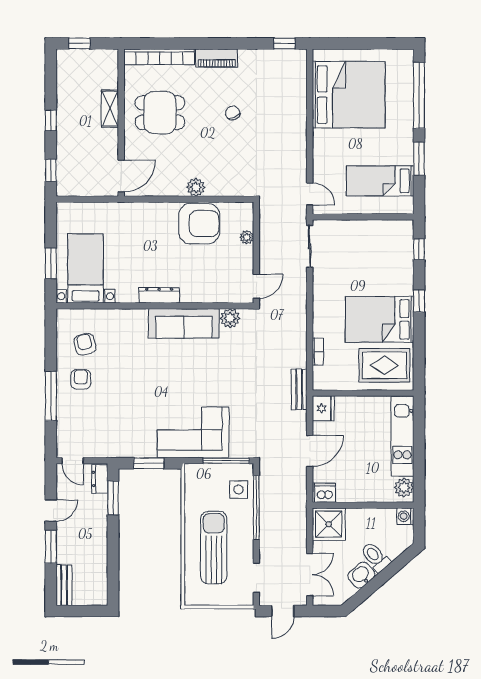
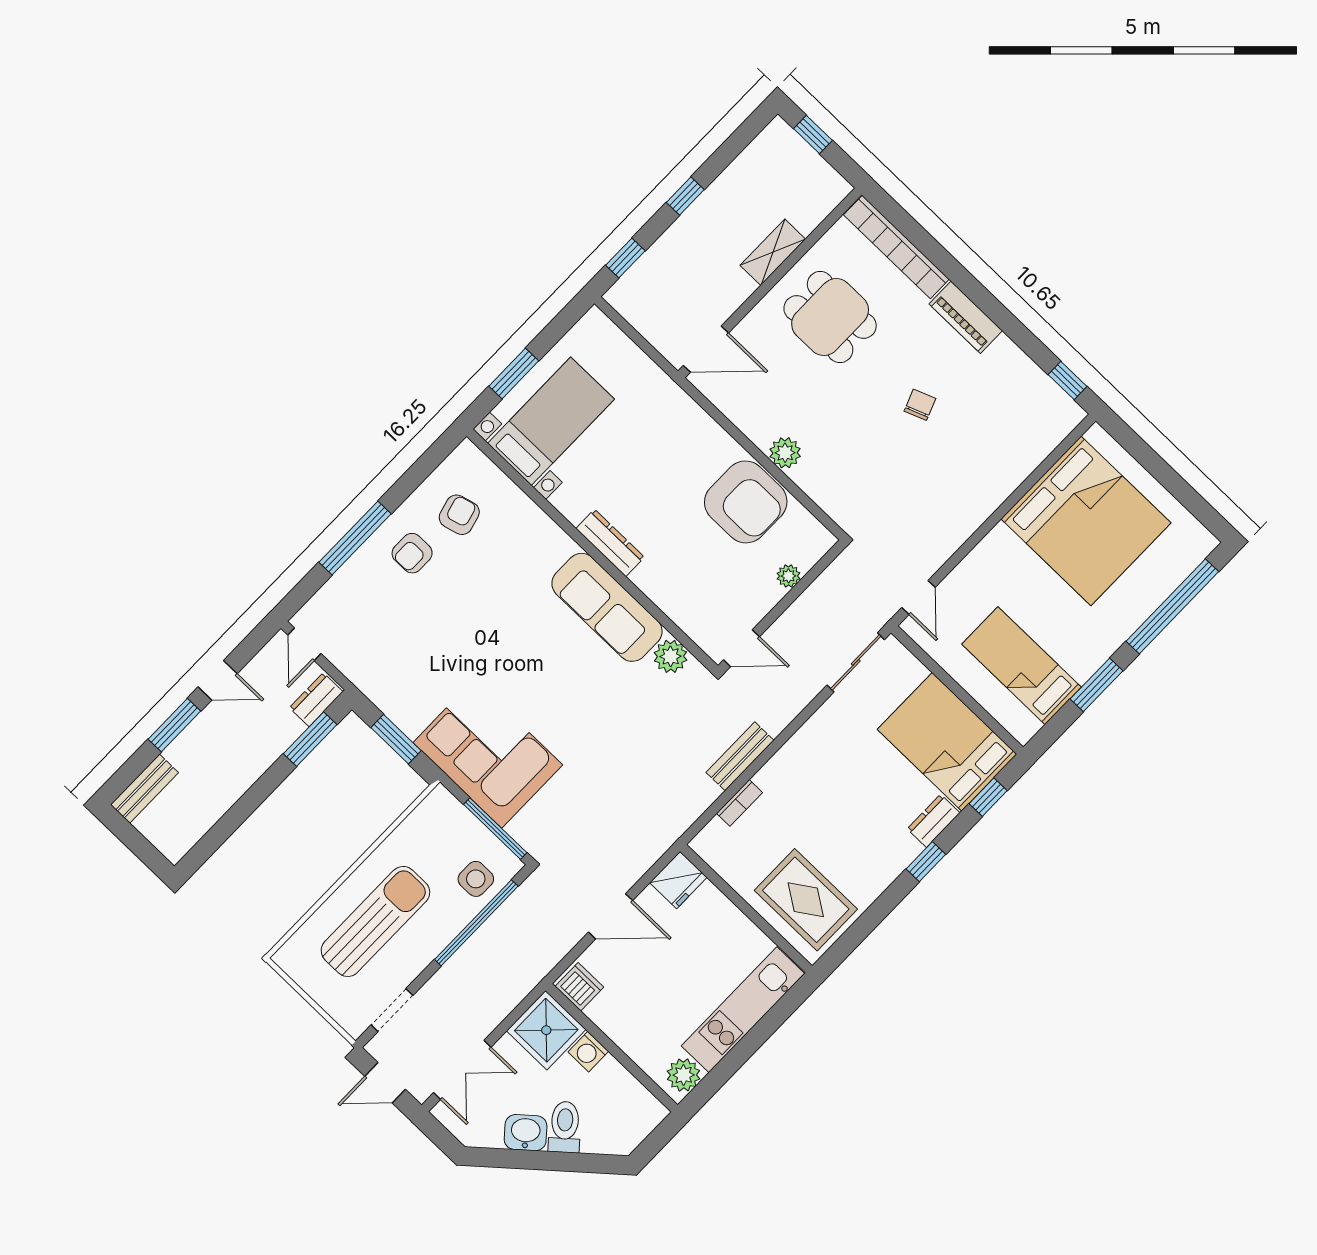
dresser: (406, 281) -> (933, 821), added
bed: (380, 319) -> (947, 742), moved
armchair: (81, 379) -> (412, 553), turned 180
bench: (299, 389) -> (740, 756), moved
washing machine: (405, 516) -> (588, 1052), moved, turned -90

